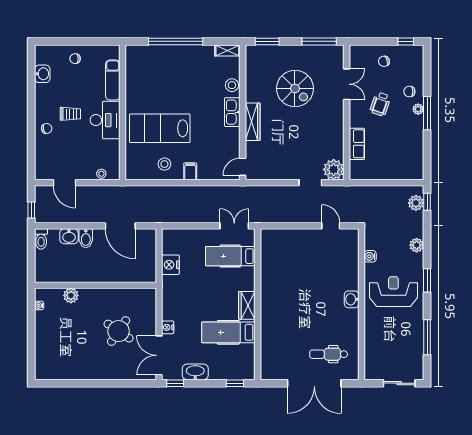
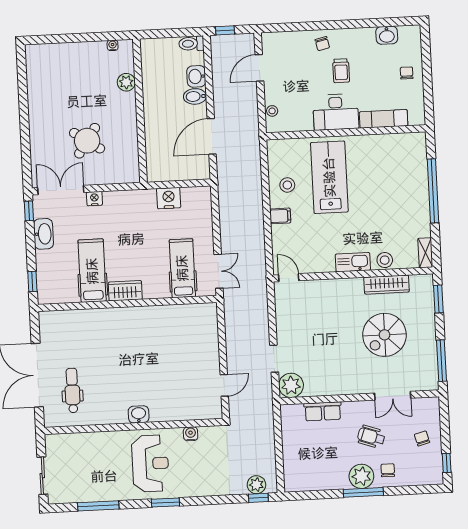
plant: (418, 109) -> (361, 476), width x1.88, depth x1.88
wardrobe: (253, 122) -> (387, 285), moved
plant: (417, 245) -> (206, 488), removed

